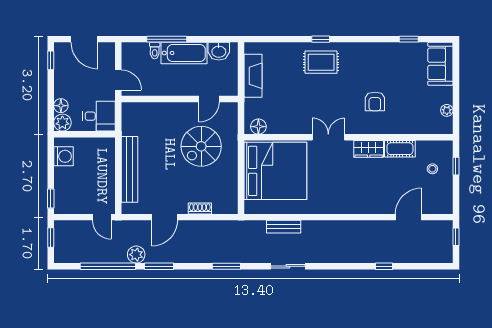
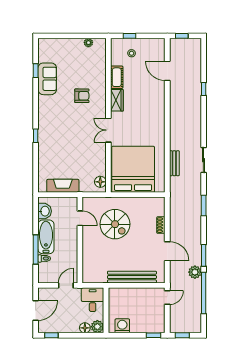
rug: (321, 62) -> (53, 135), removed
sofa: (440, 64) -> (47, 79), moved, turned -90

